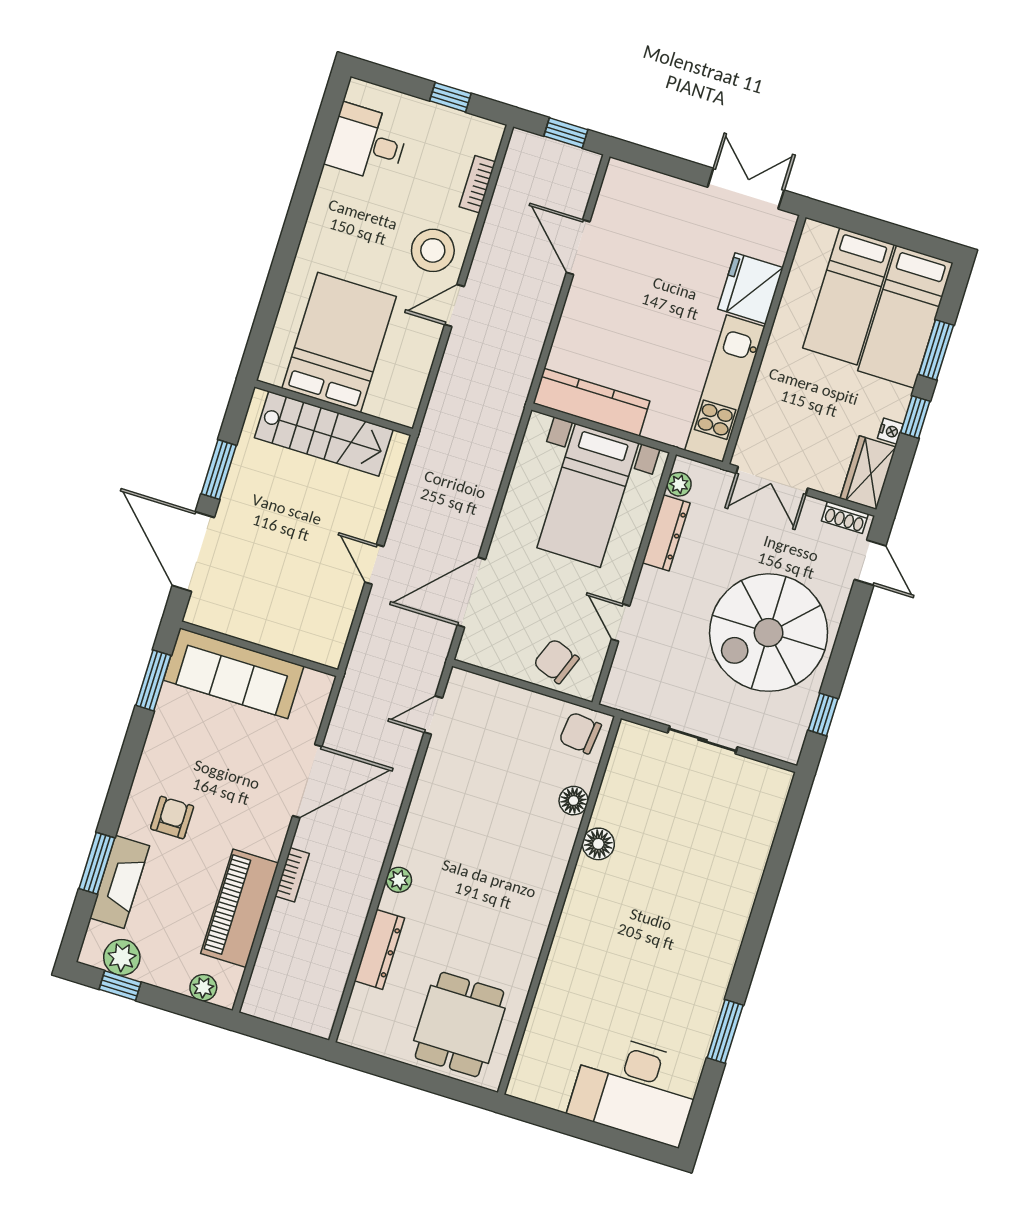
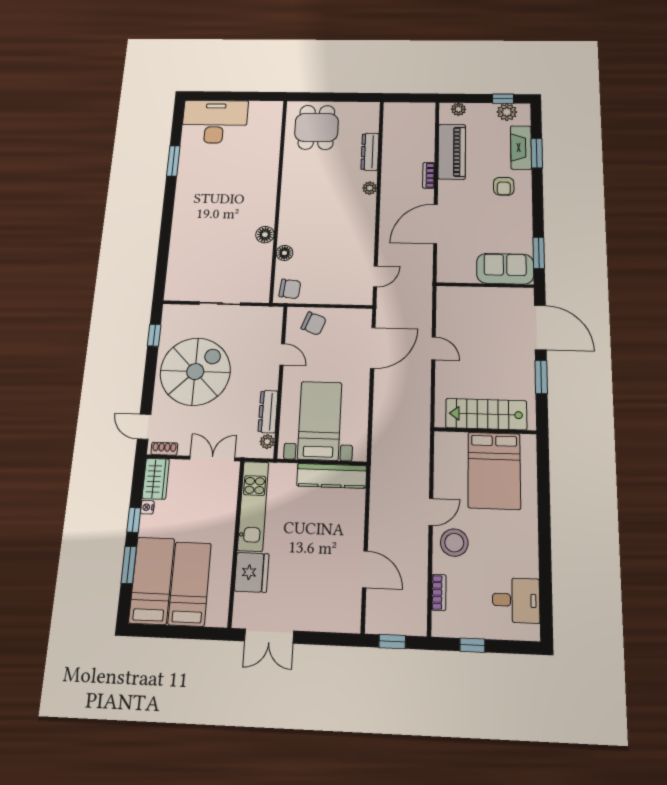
sofa: (234, 673) -> (505, 269), width x0.73

